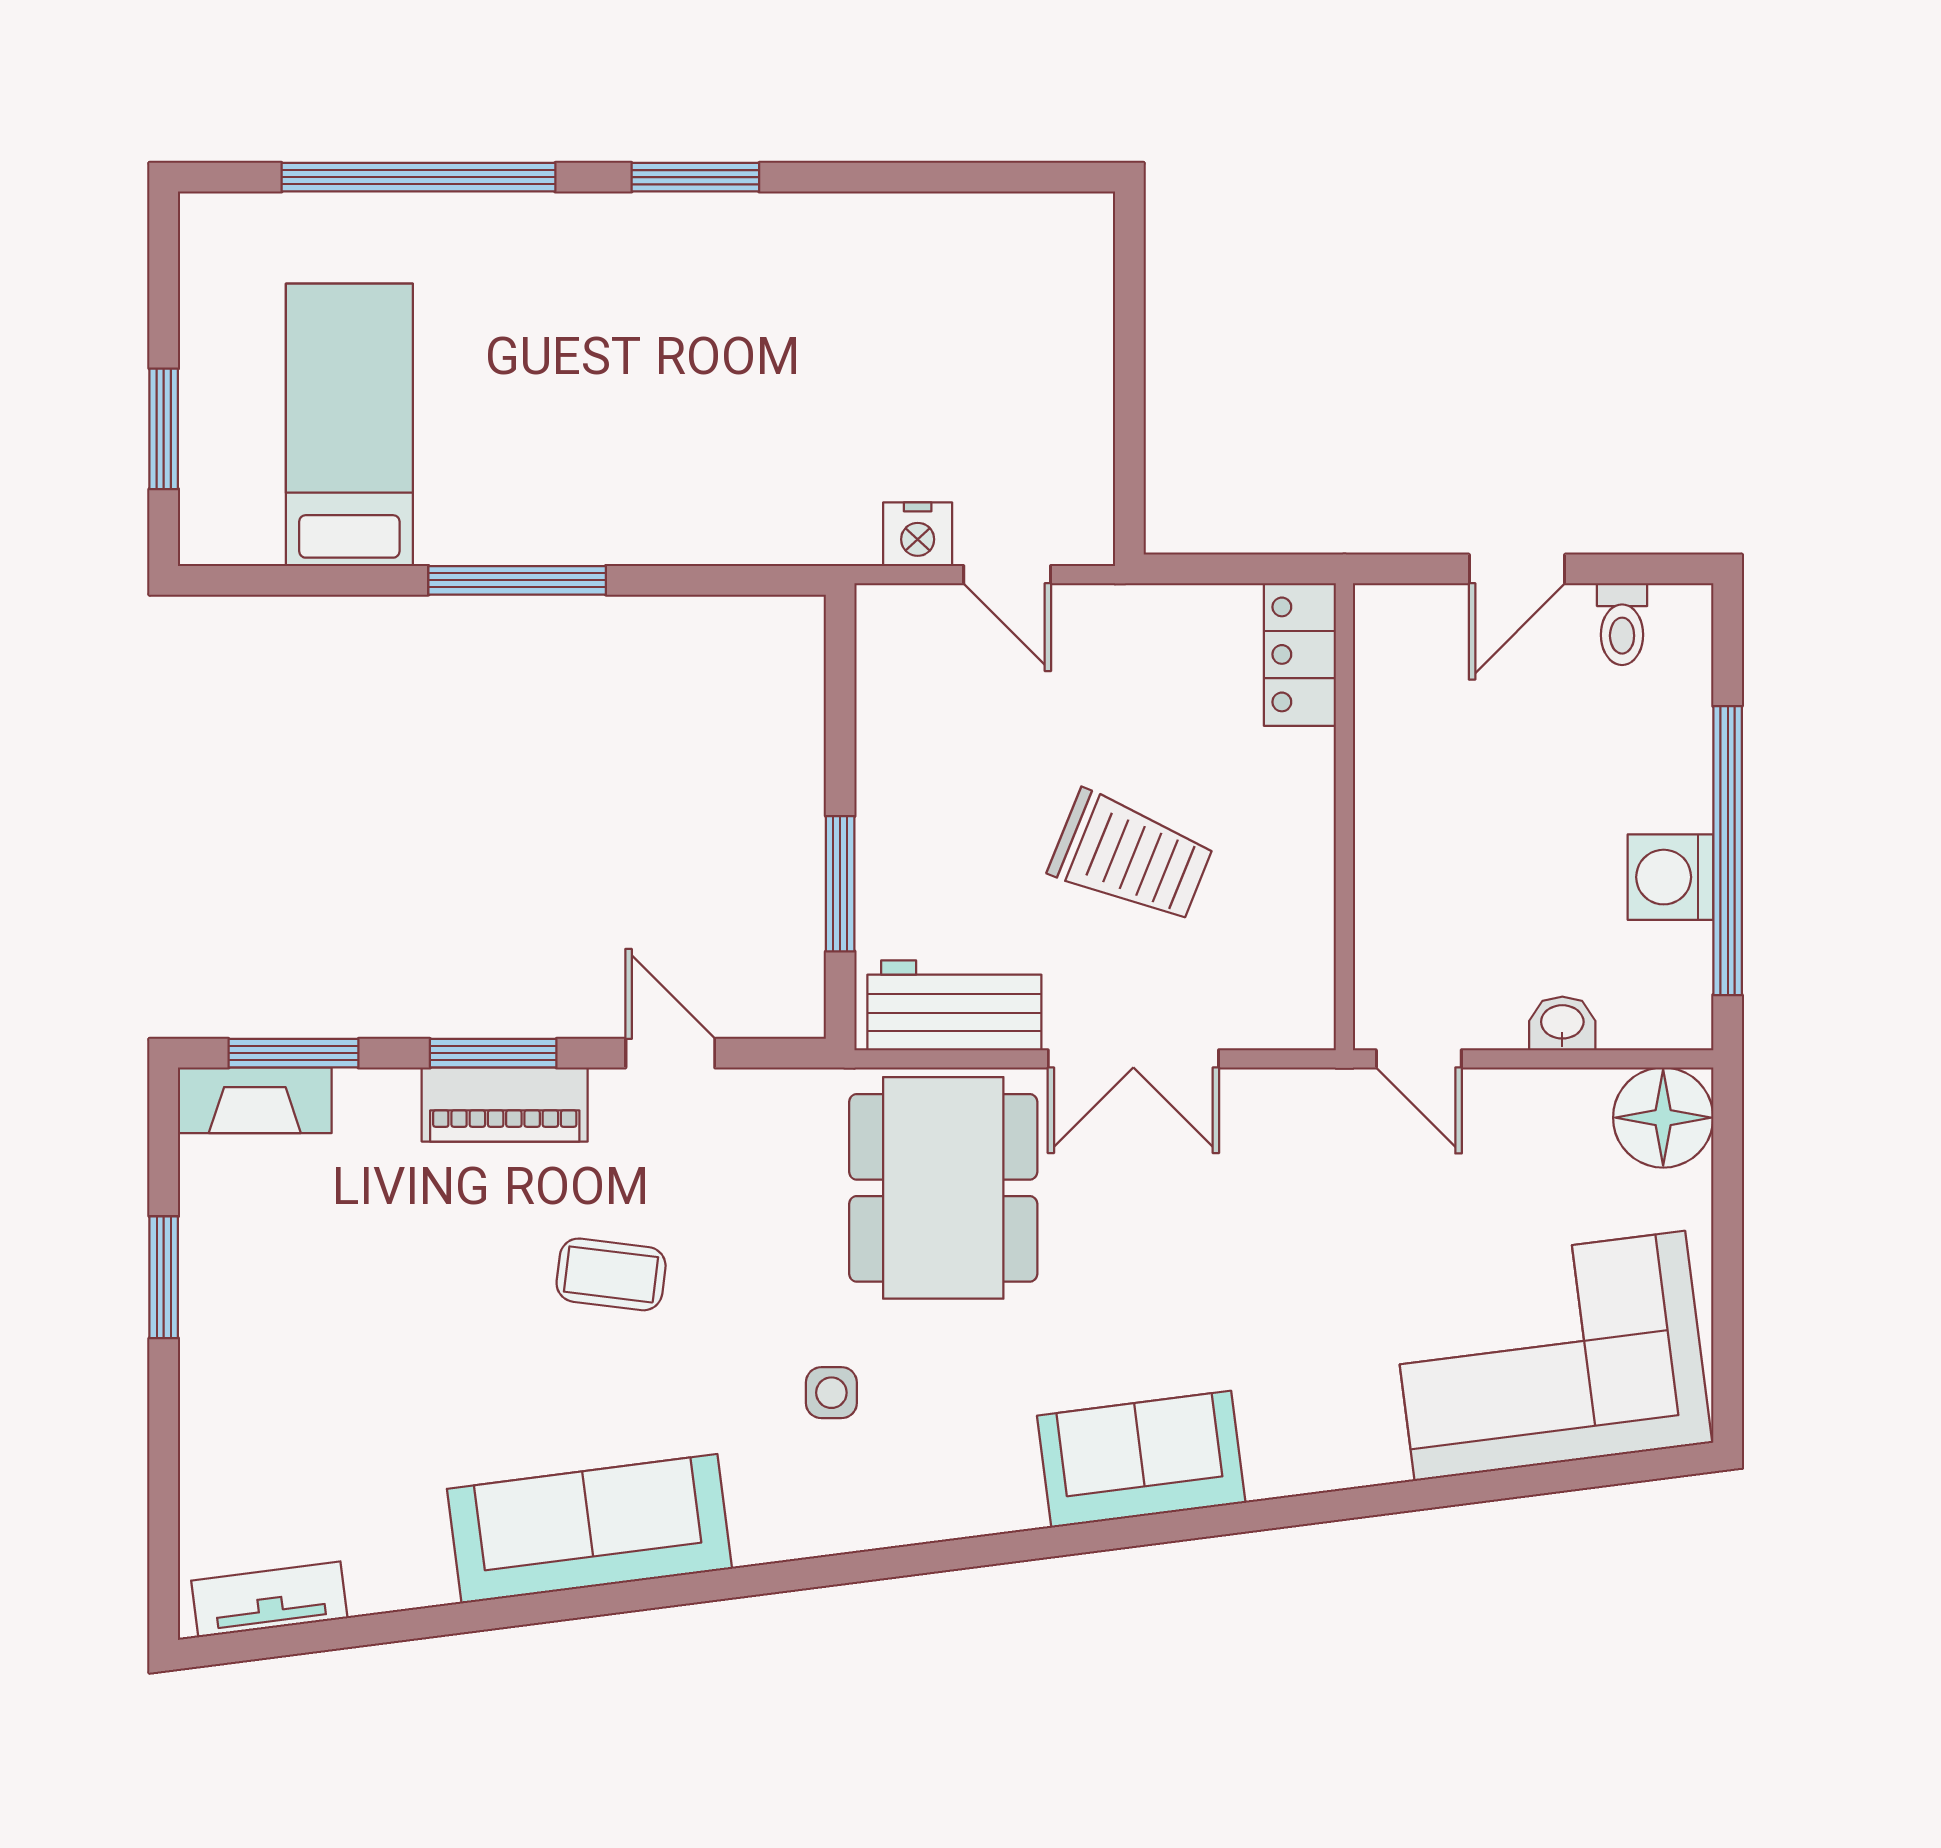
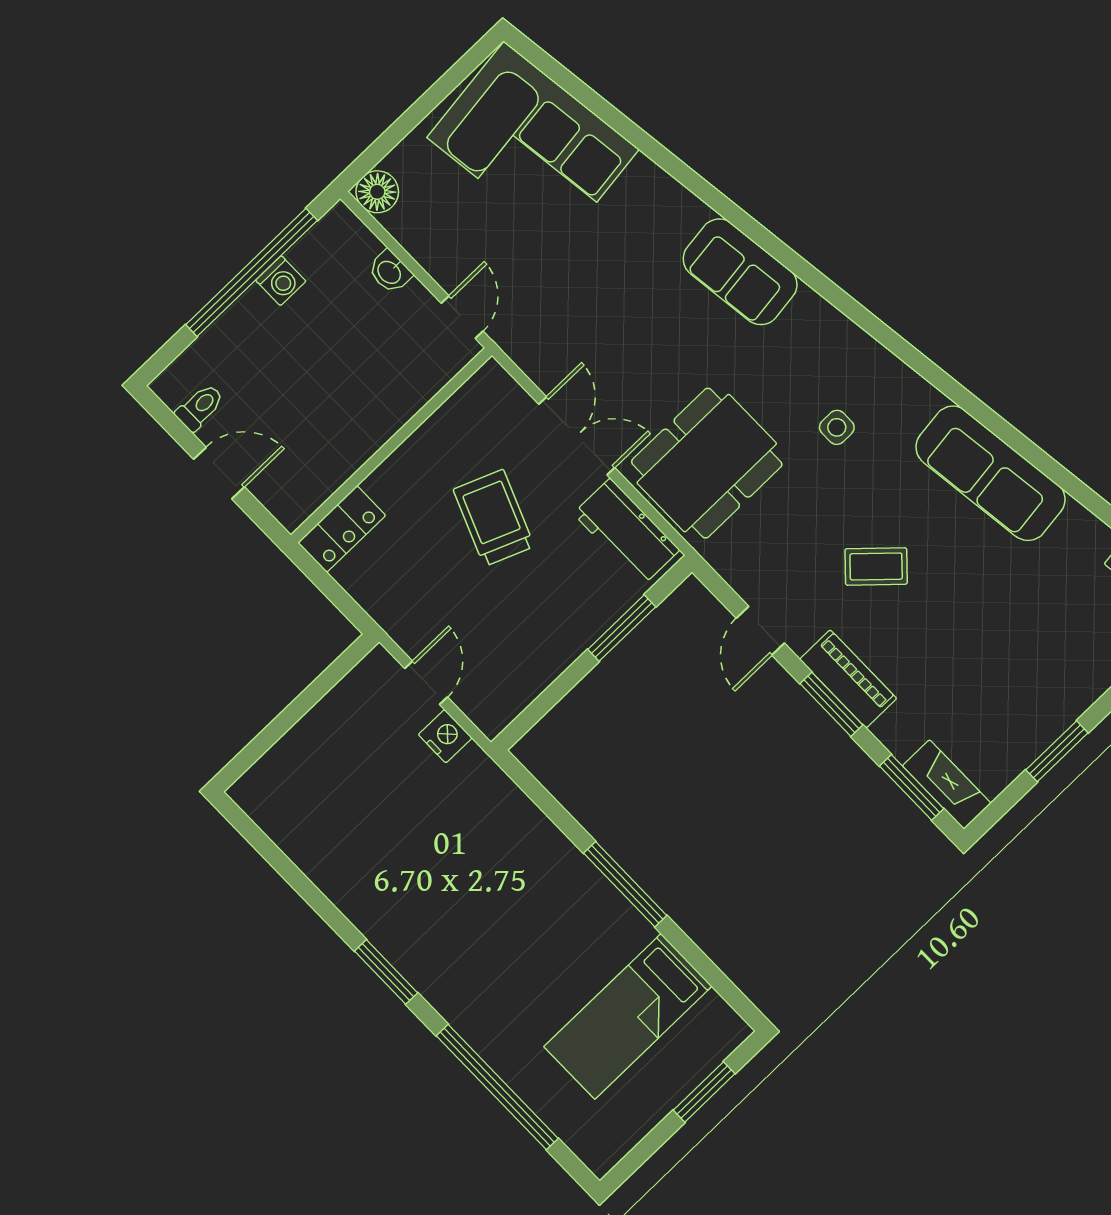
washing machine: (1670, 877) -> (281, 281), width x0.73, depth x0.73
floor lamp: (1663, 1118) -> (377, 192), width x0.73, depth x0.73
coffee table: (611, 1274) -> (876, 566), turned -54

